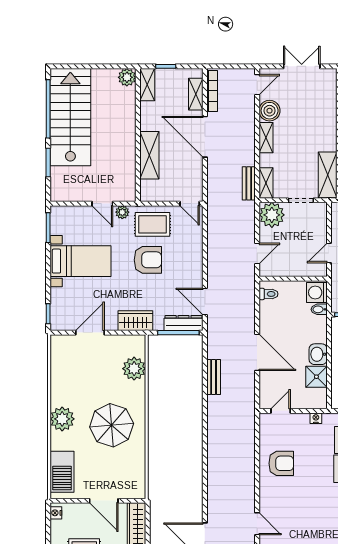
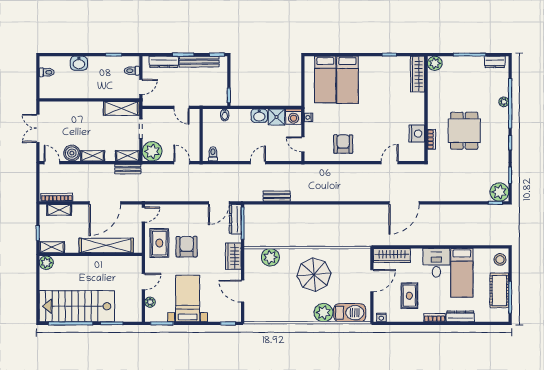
door: (205, 137) -> (105, 203), moved
shelving: (149, 155) -> (106, 245), width x1.47
plant: (122, 212) -> (150, 302), moved
washing machine: (317, 292) -> (294, 117), moved
door: (257, 352) -> (258, 163), width x0.53
plant: (62, 419) -> (323, 313), moved

